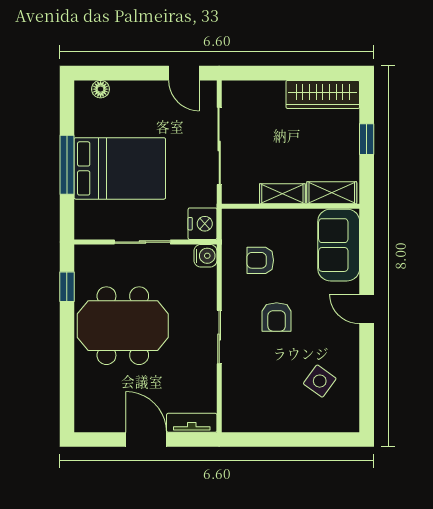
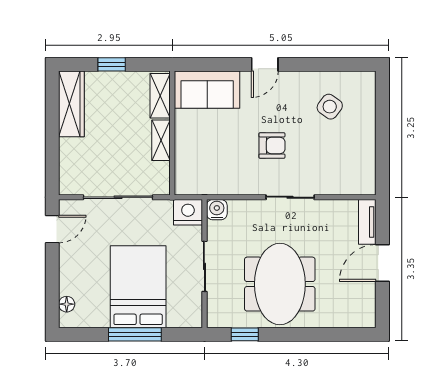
armchair: (260, 260) -> (221, 160), removed

